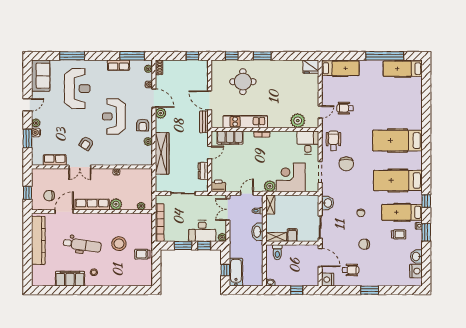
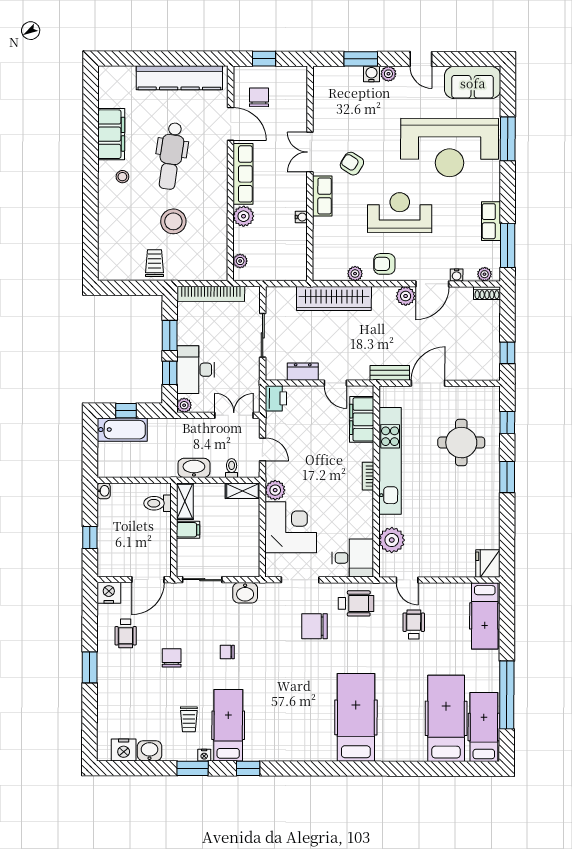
reception desk: (77, 89) -> (450, 148), width x1.36, depth x1.30
kitchen unit: (245, 122) -> (390, 461), width x1.36
row of seats: (55, 160) -> (322, 196), moved
hospital bed: (398, 180) -> (446, 718), moved

